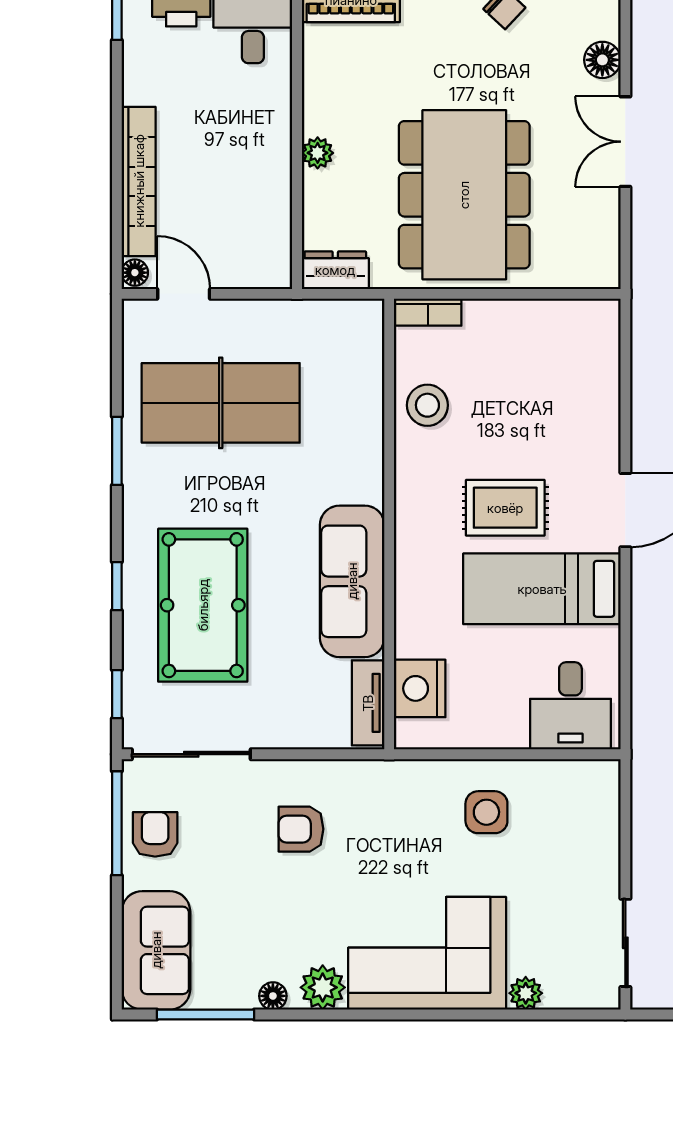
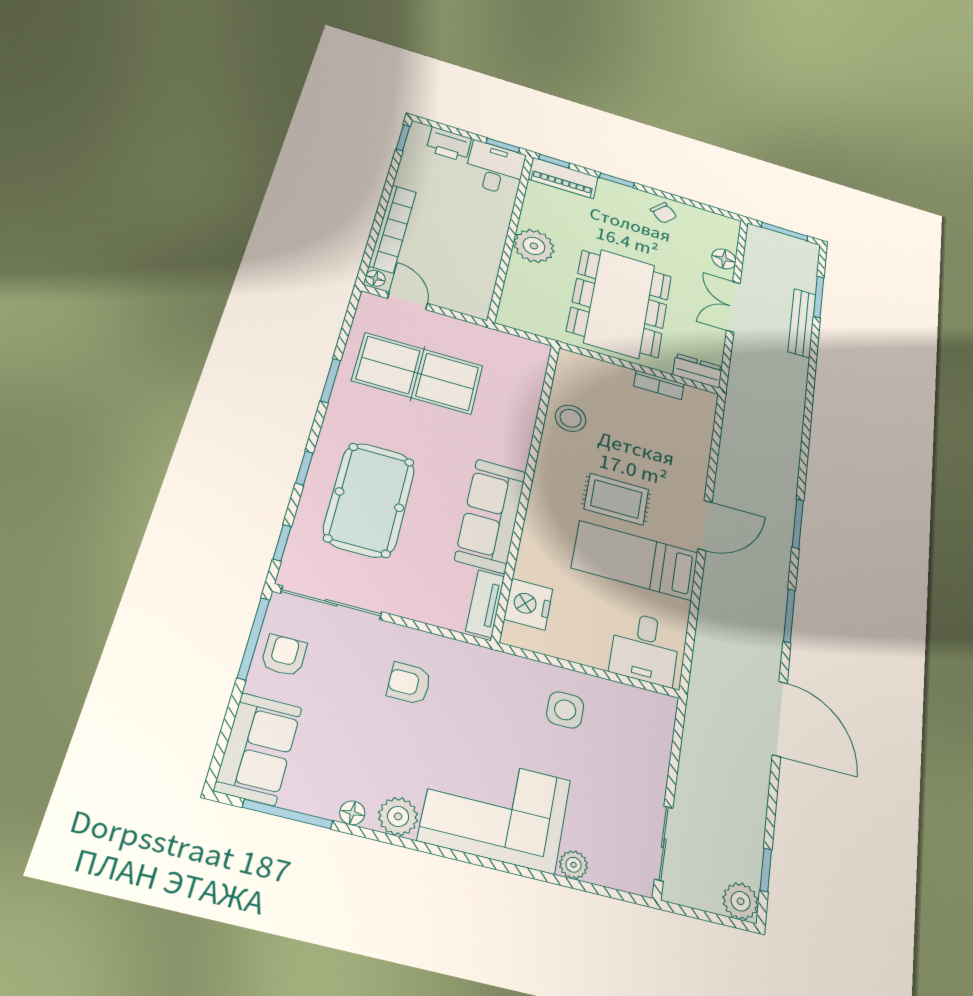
plant: (318, 153) -> (534, 246), width x1.87, depth x1.87
dresser: (335, 270) -> (698, 371), moved
bookcase: (428, 312) -> (659, 385), moved

